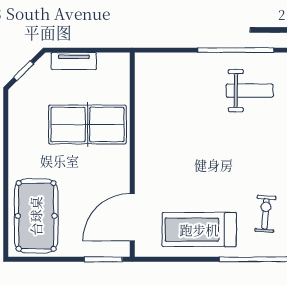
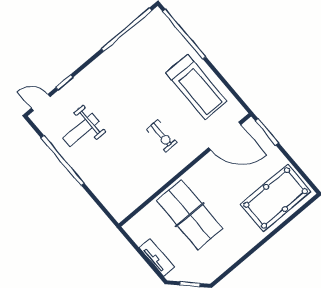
weight bench: (250, 91) -> (81, 130), turned -90
exercise bike: (265, 214) -> (162, 136), moved, turned -94

